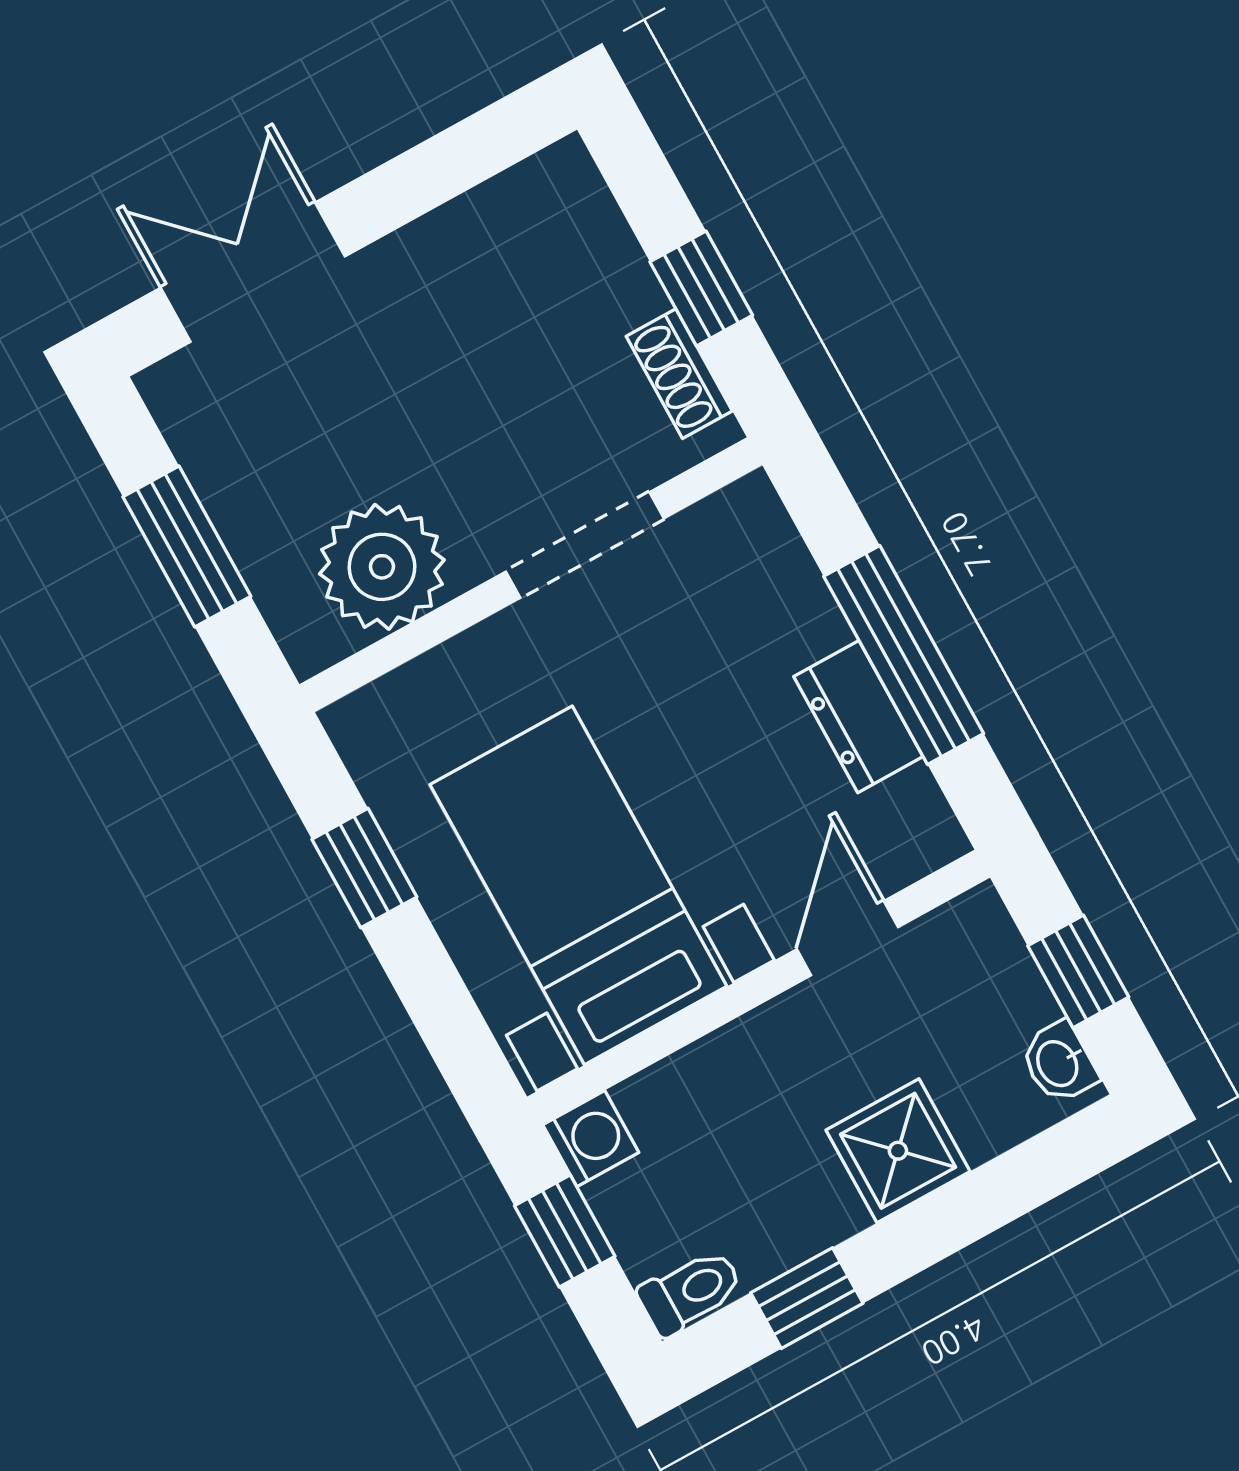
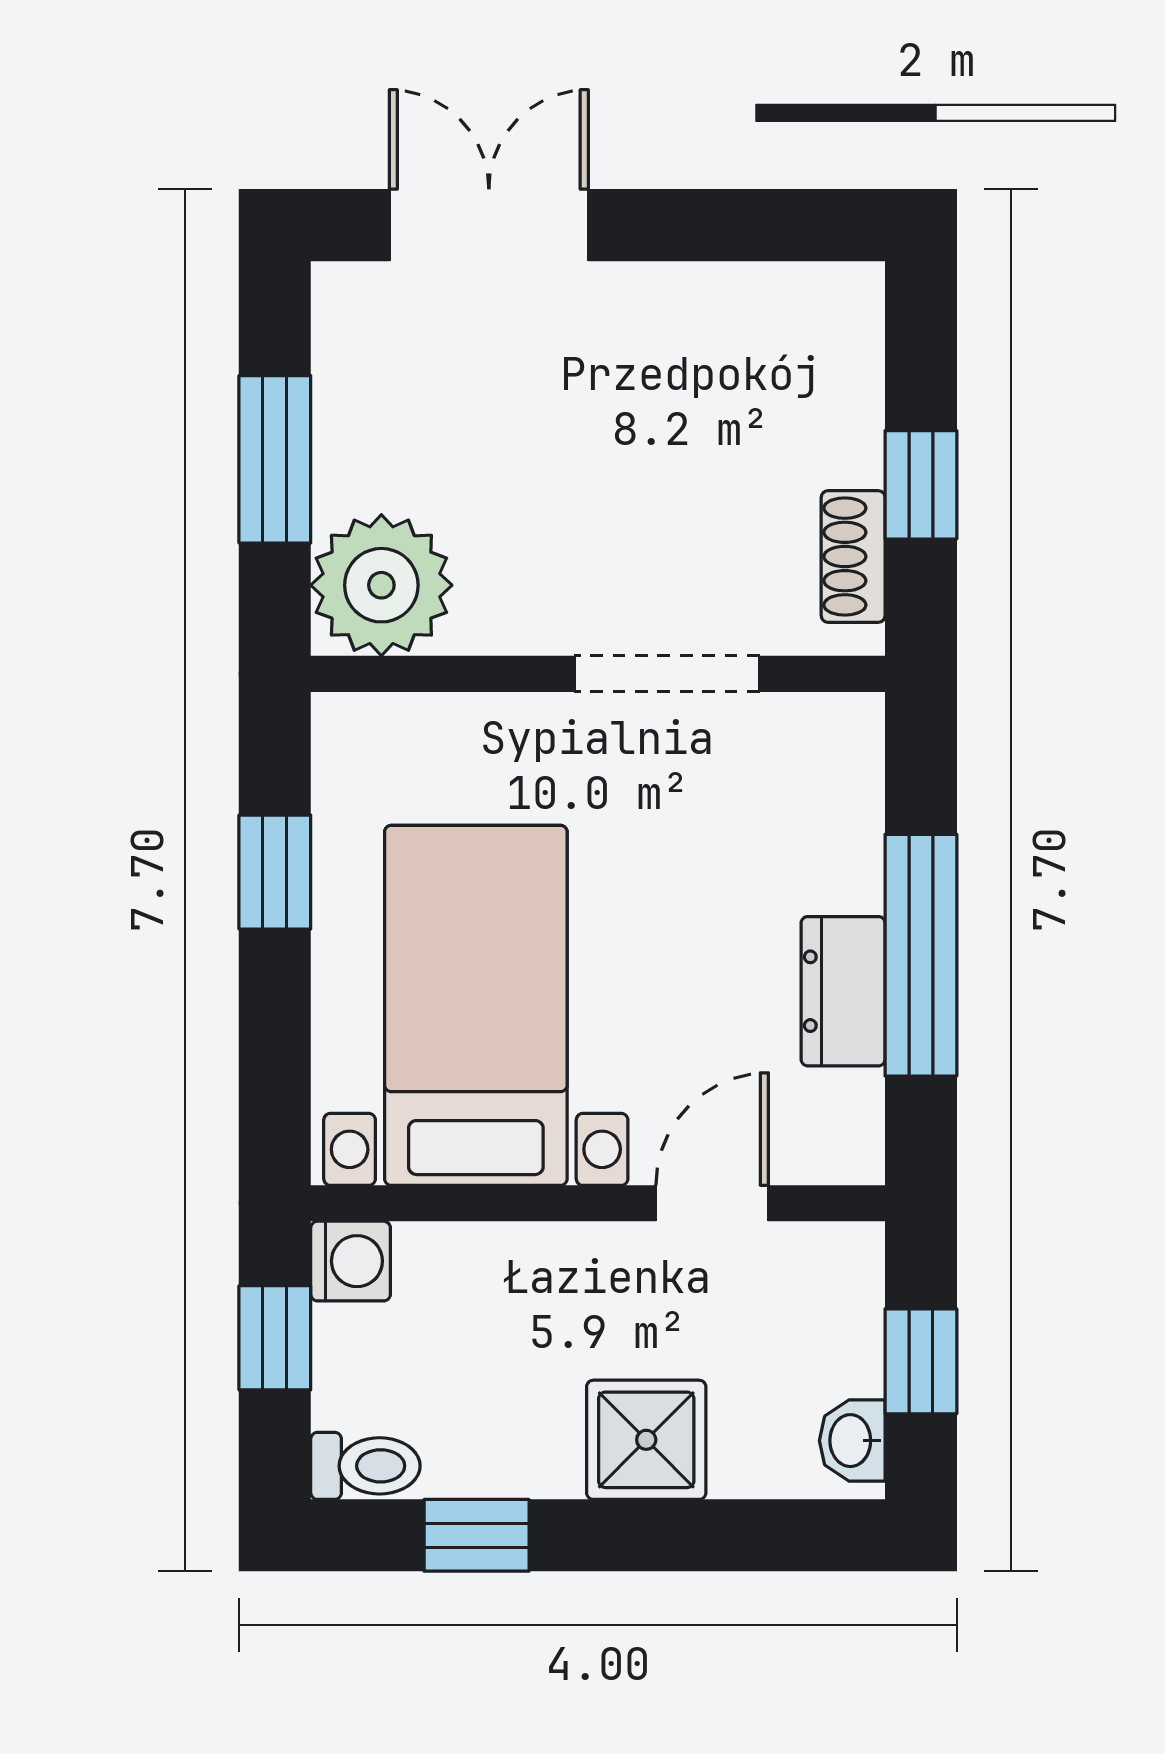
plant: (382, 567) -> (381, 585), moved

